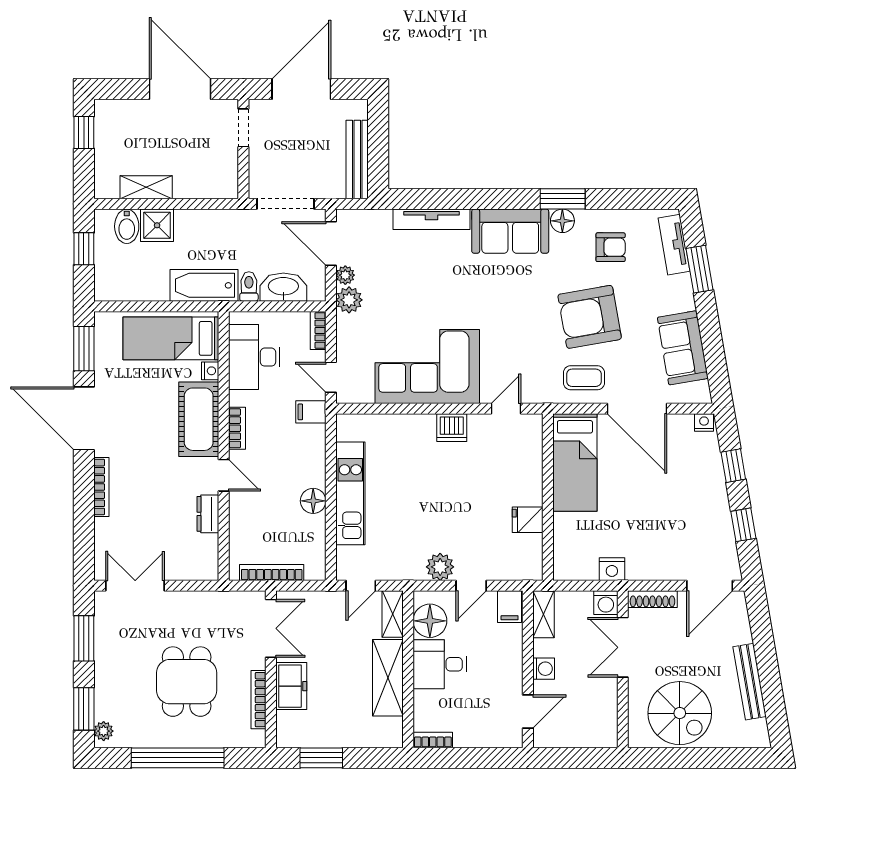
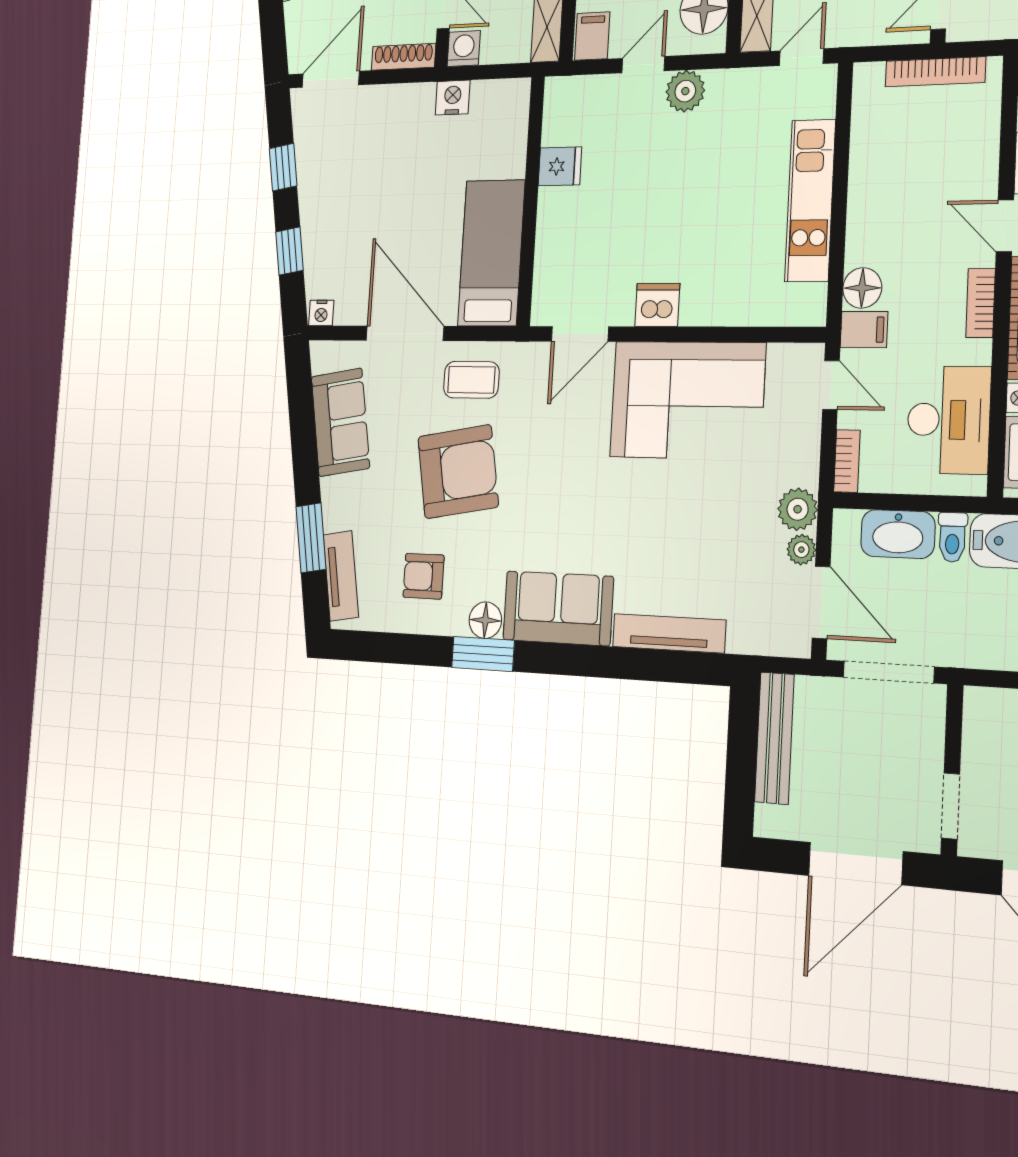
door: (506, 409) -> (580, 334), width x1.38
floor lamp: (313, 501) -> (862, 288), moved

